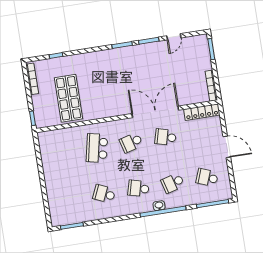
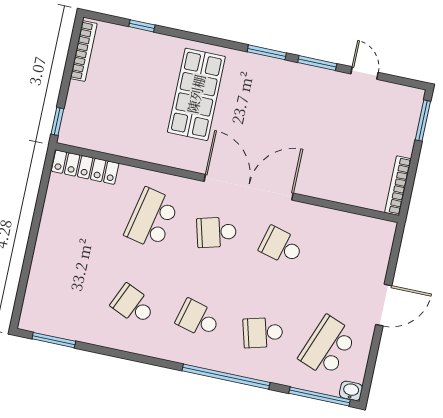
door: (174, 37) -> (364, 73), swing flipped
shop shelf: (69, 98) -> (196, 94), moved
double door: (155, 112) -> (249, 187), moved
locker: (202, 112) -> (85, 167), moved
door: (227, 147) -> (384, 305), hinge flipped
school desk: (207, 178) -> (328, 346), width x1.85
washbasin: (159, 206) -> (351, 391), moved

